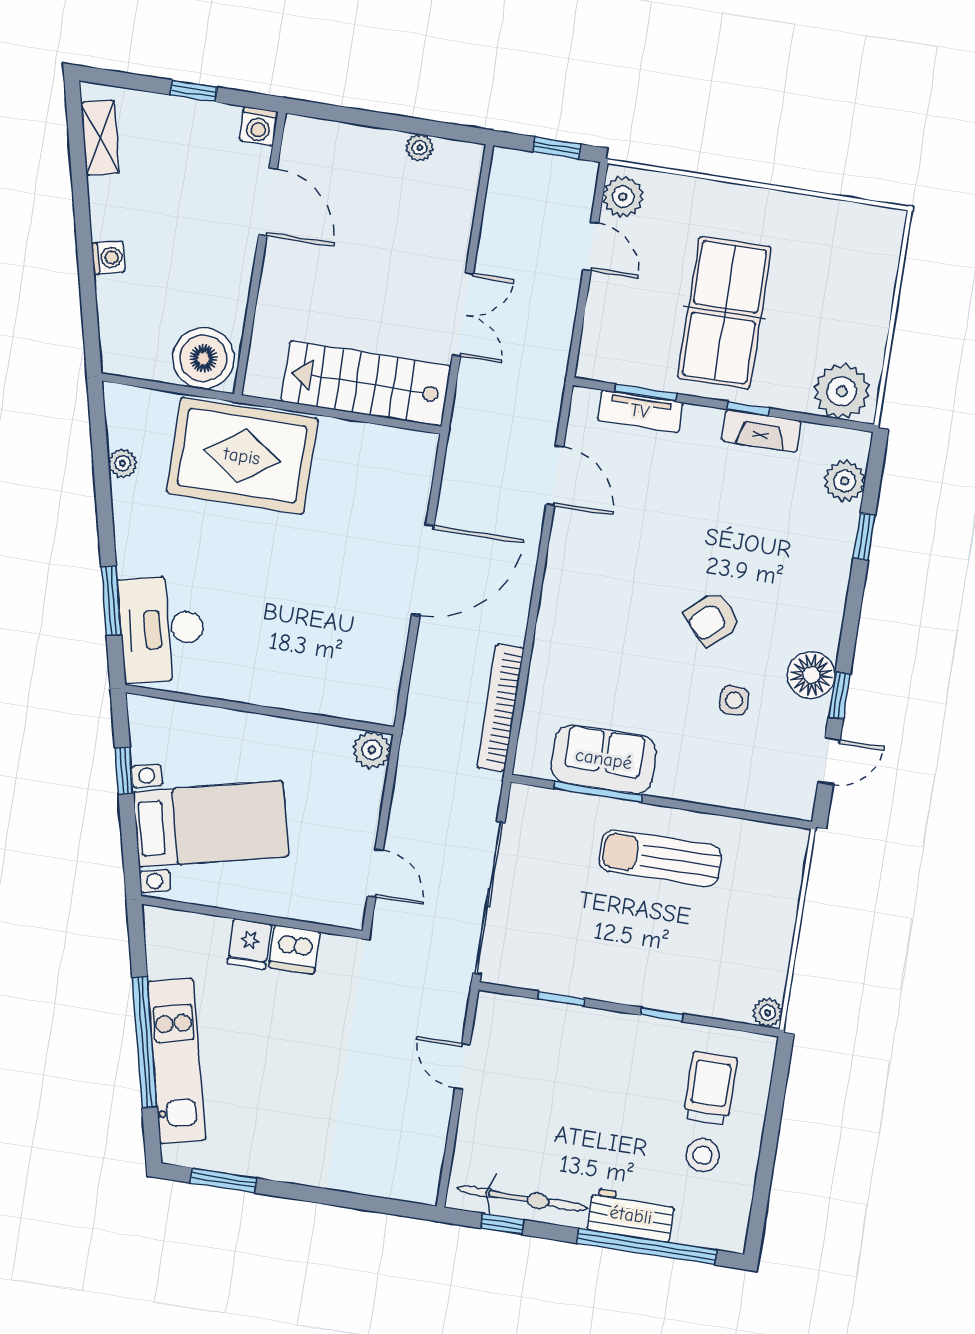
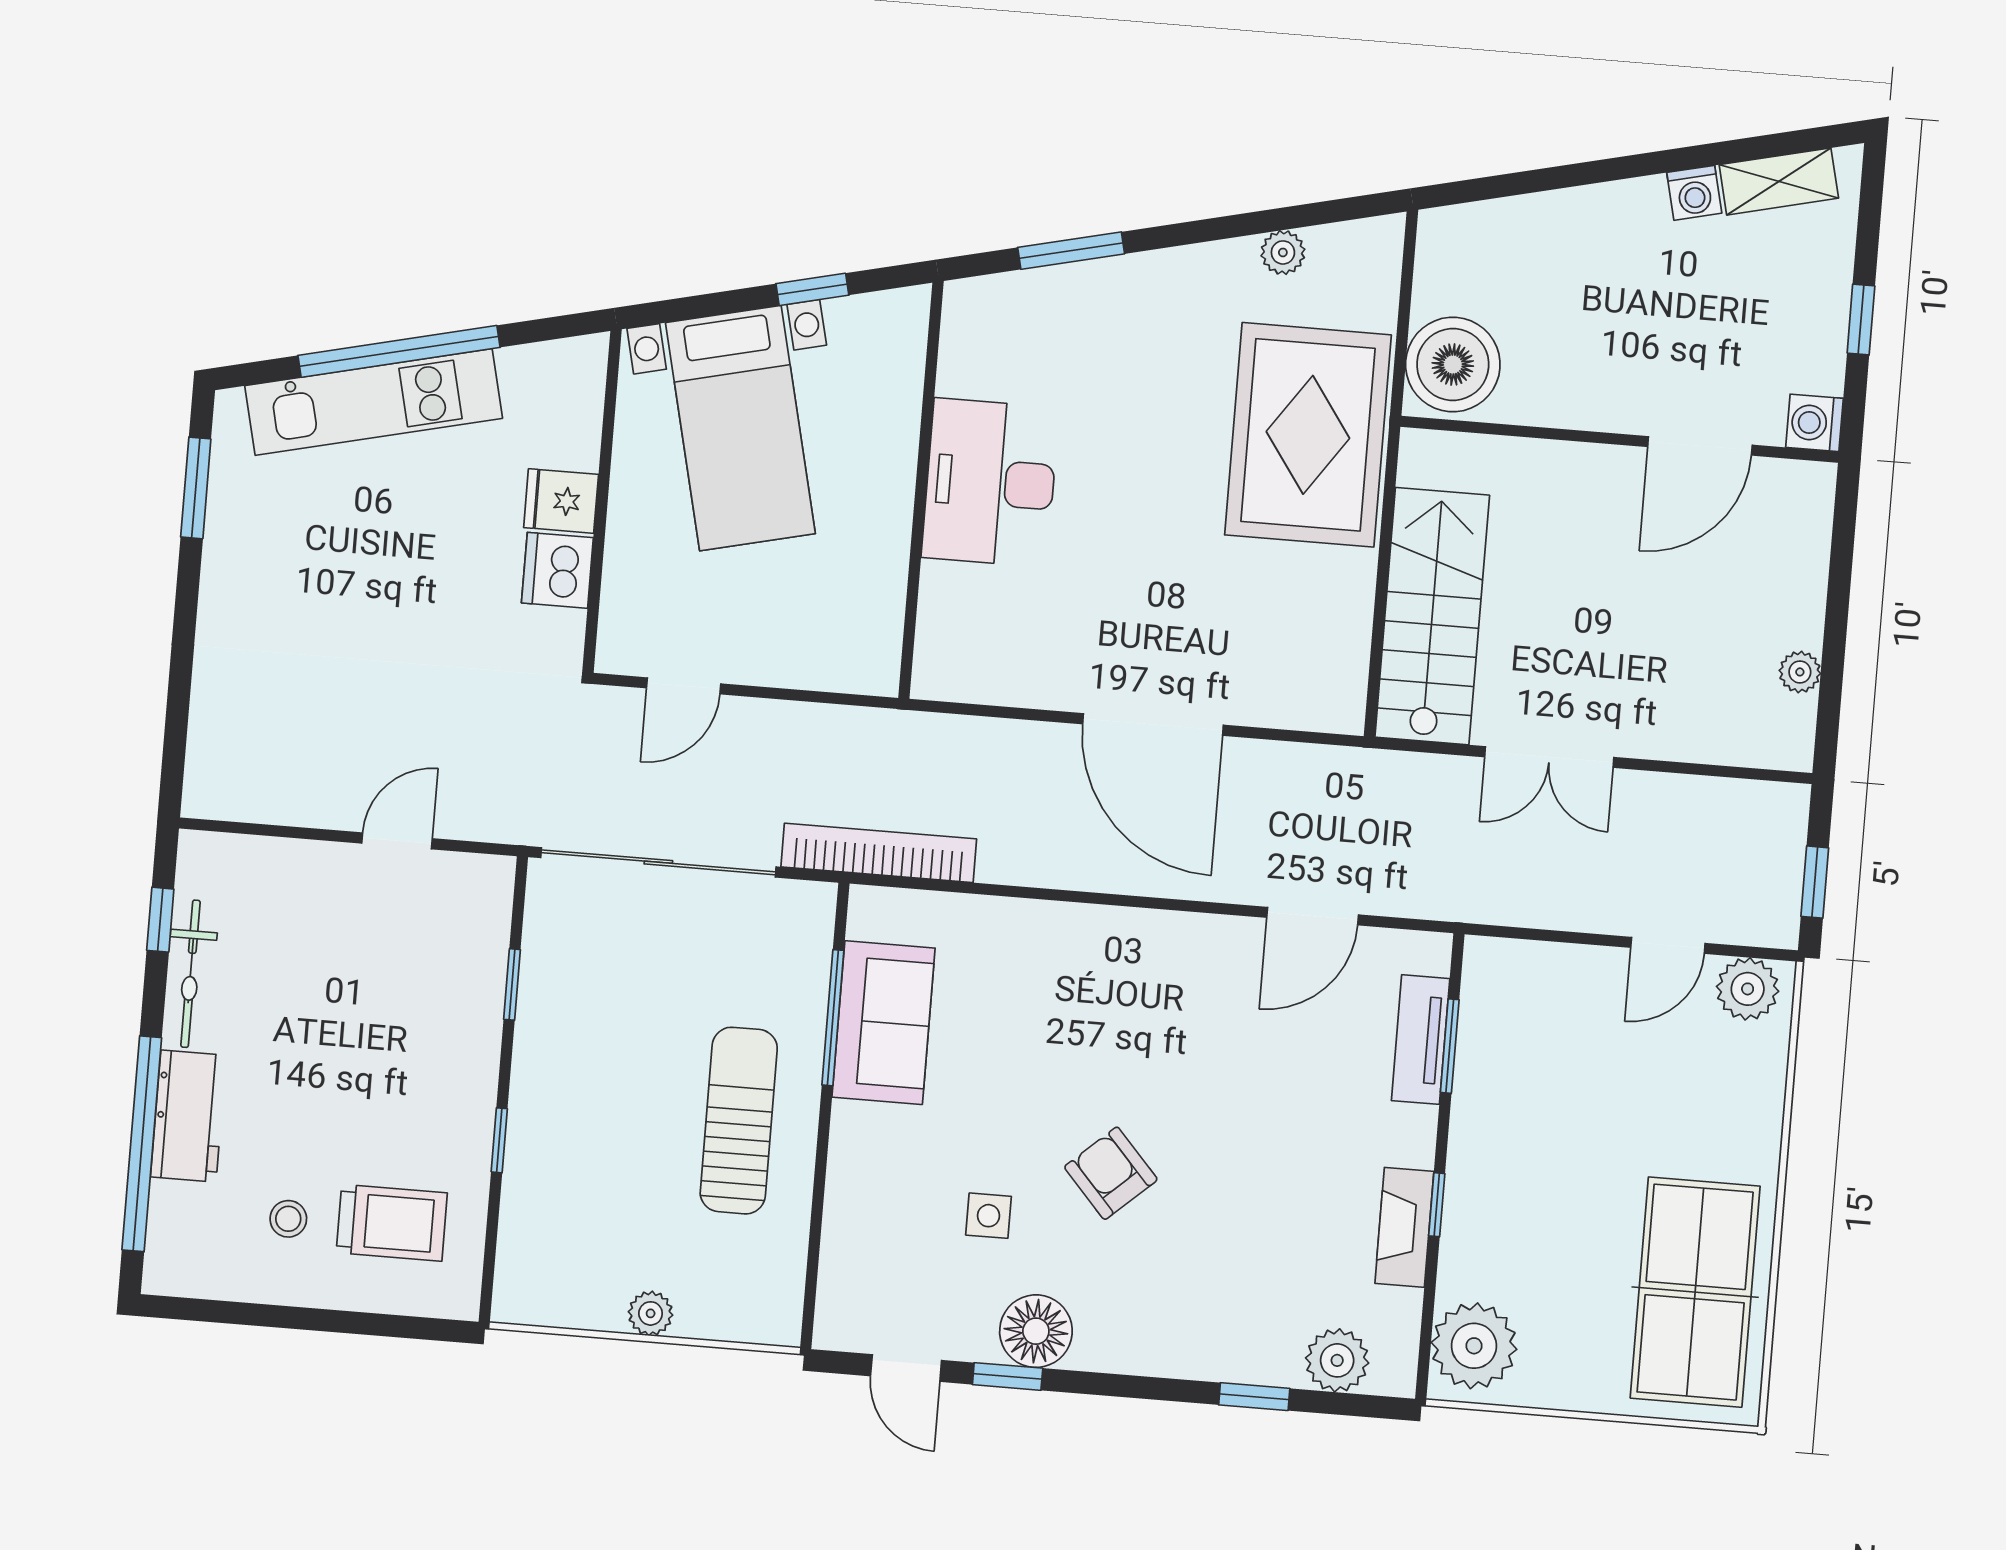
washing machine: (108, 258) -> (1694, 193), moved
table tennis table: (724, 313) -> (1695, 1292), moved, turned 90
desk: (162, 629) -> (990, 483), moved, turned -77
bookcase: (500, 708) -> (879, 853), moved
plant: (372, 750) -> (872, 667), removed
plant: (768, 1013) -> (651, 1313), moved
stool: (703, 1155) -> (288, 1219), width x0.73, depth x0.73
bicycle: (522, 1198) -> (190, 974), width x0.73, depth x0.71

